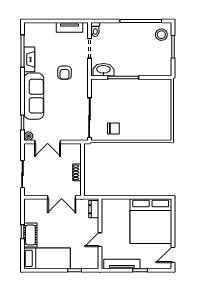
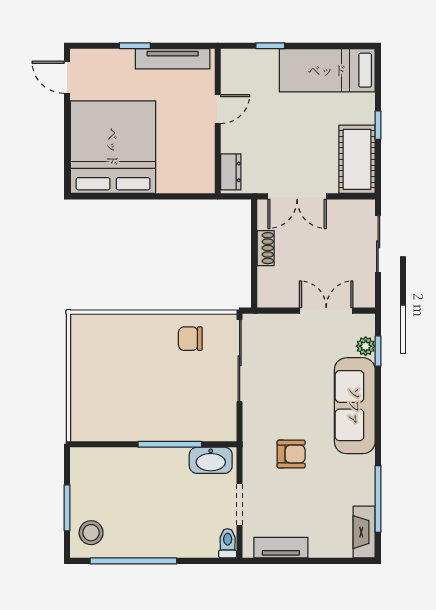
fireplace: (29, 59) -> (364, 532), moved
armchair: (65, 73) -> (291, 454), turned 90
plant: (28, 136) -> (366, 346), moved
double door: (62, 197) -> (297, 196), swing flipped
cot: (30, 235) -> (357, 159), moved, width x1.37, depth x1.34
door: (173, 255) -> (67, 77), swing flipped

